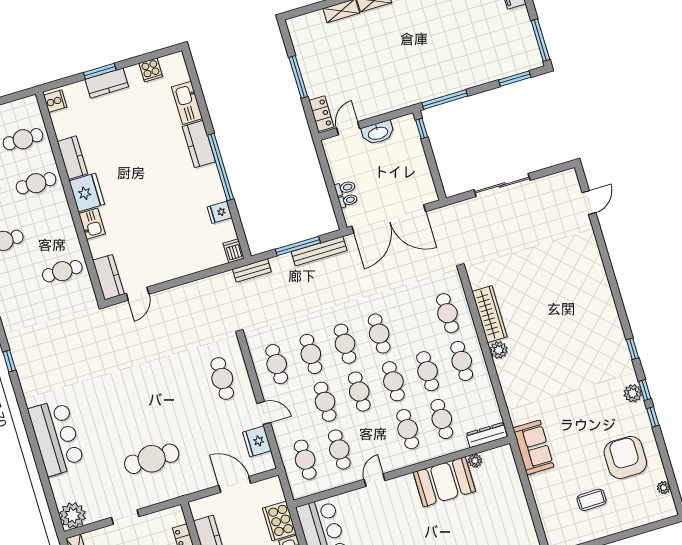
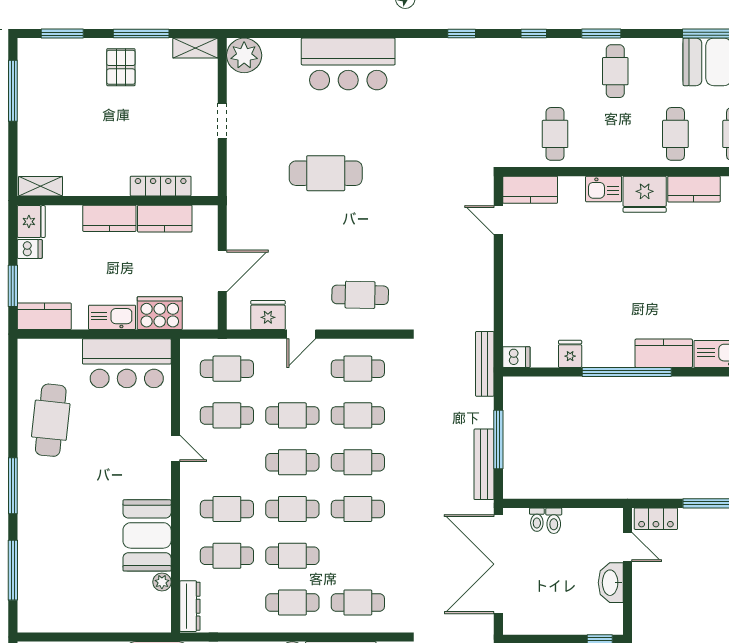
bench: (252, 270) -> (485, 364), width x1.36
cafe table: (152, 459) -> (326, 173), moved, turned 90

